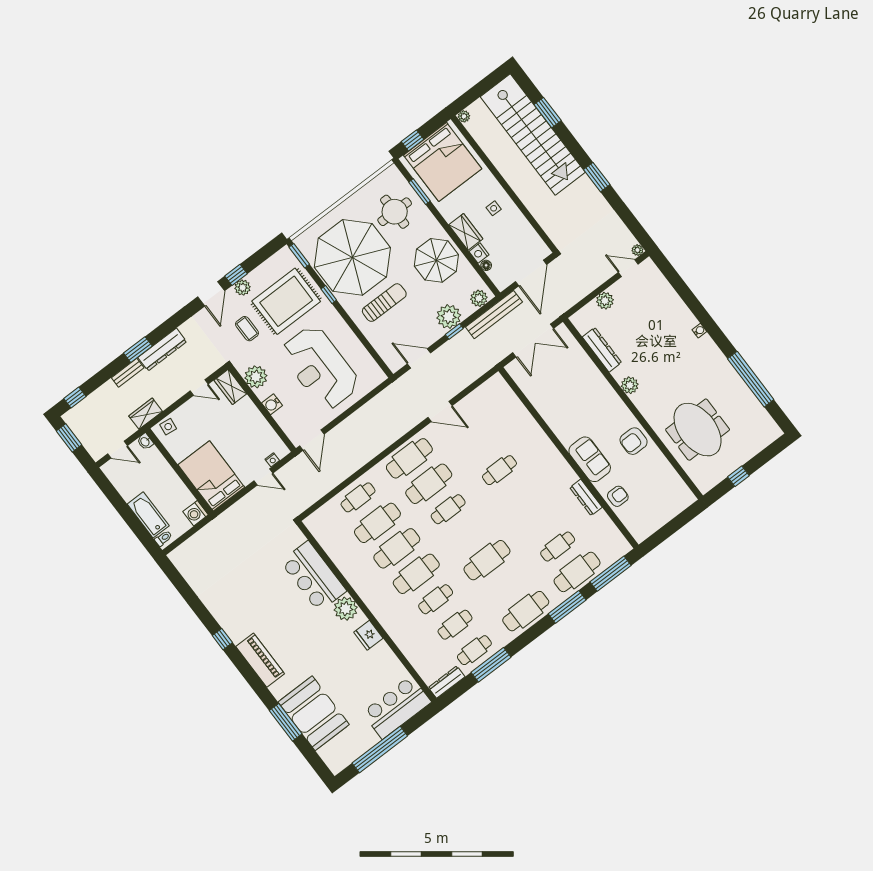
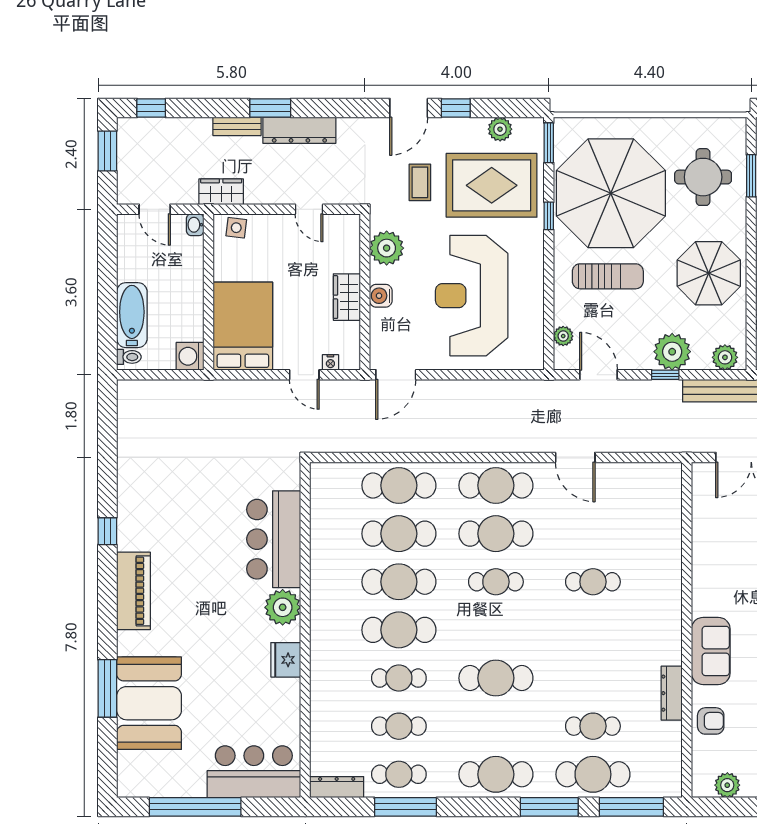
plant: (243, 288) -> (500, 129), moved
plant: (385, 352) -> (563, 336), added
wardrobe: (230, 387) -> (347, 297), moved
cafe table: (358, 497) -> (399, 485), width x1.37, depth x1.35
plant: (652, 524) -> (727, 785), added

